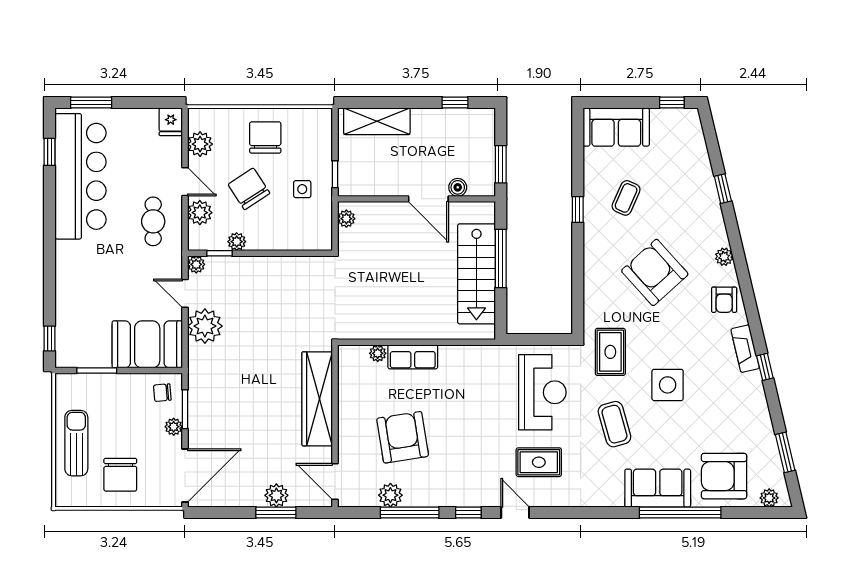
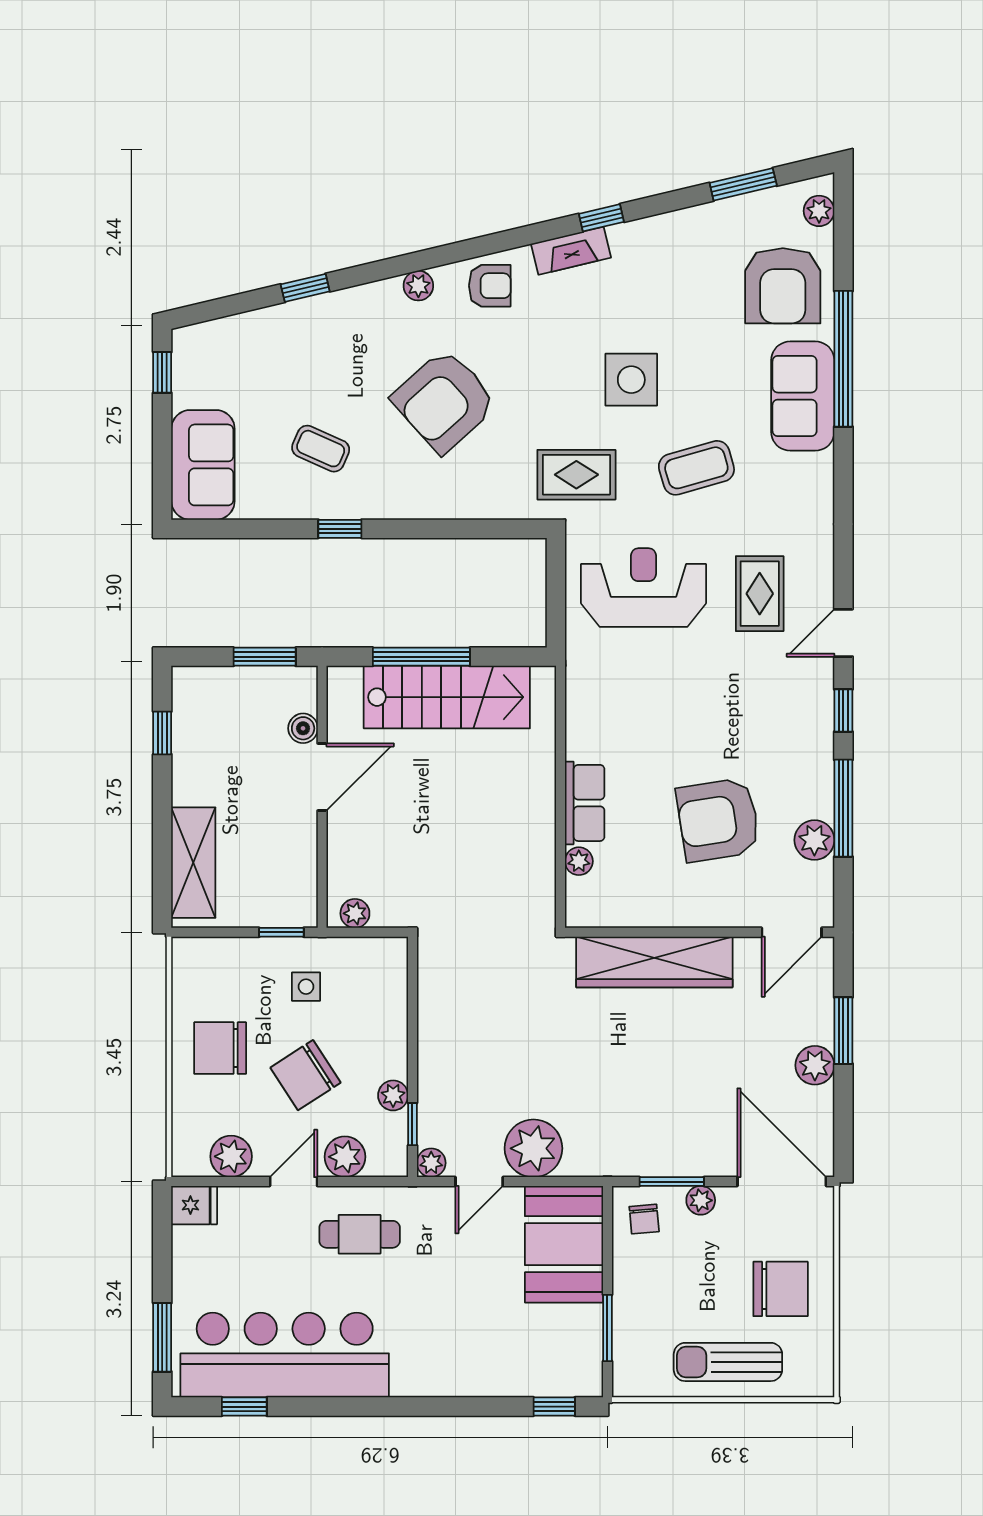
plant: (276, 495) -> (815, 1065), moved

